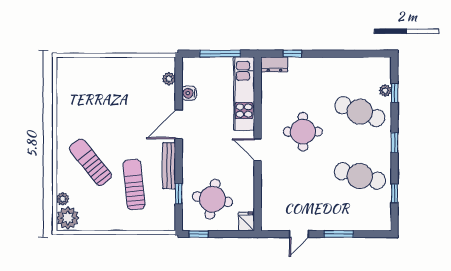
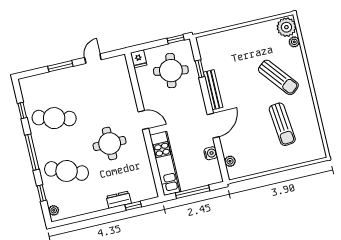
dresser: (274, 64) -> (119, 200), moved
plant: (385, 91) -> (54, 210), moved
window: (395, 143) -> (32, 152), width x2.17
sun lounger: (134, 185) -> (282, 124), moved

